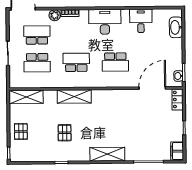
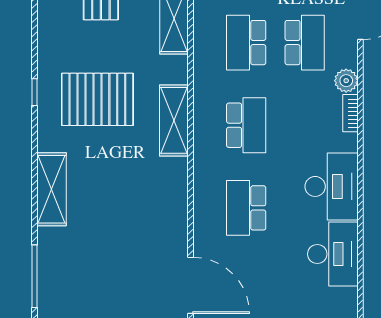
desk: (141, 21) -> (333, 254), width x1.37
pallet: (65, 133) -> (97, 99), width x2.05, depth x2.00

